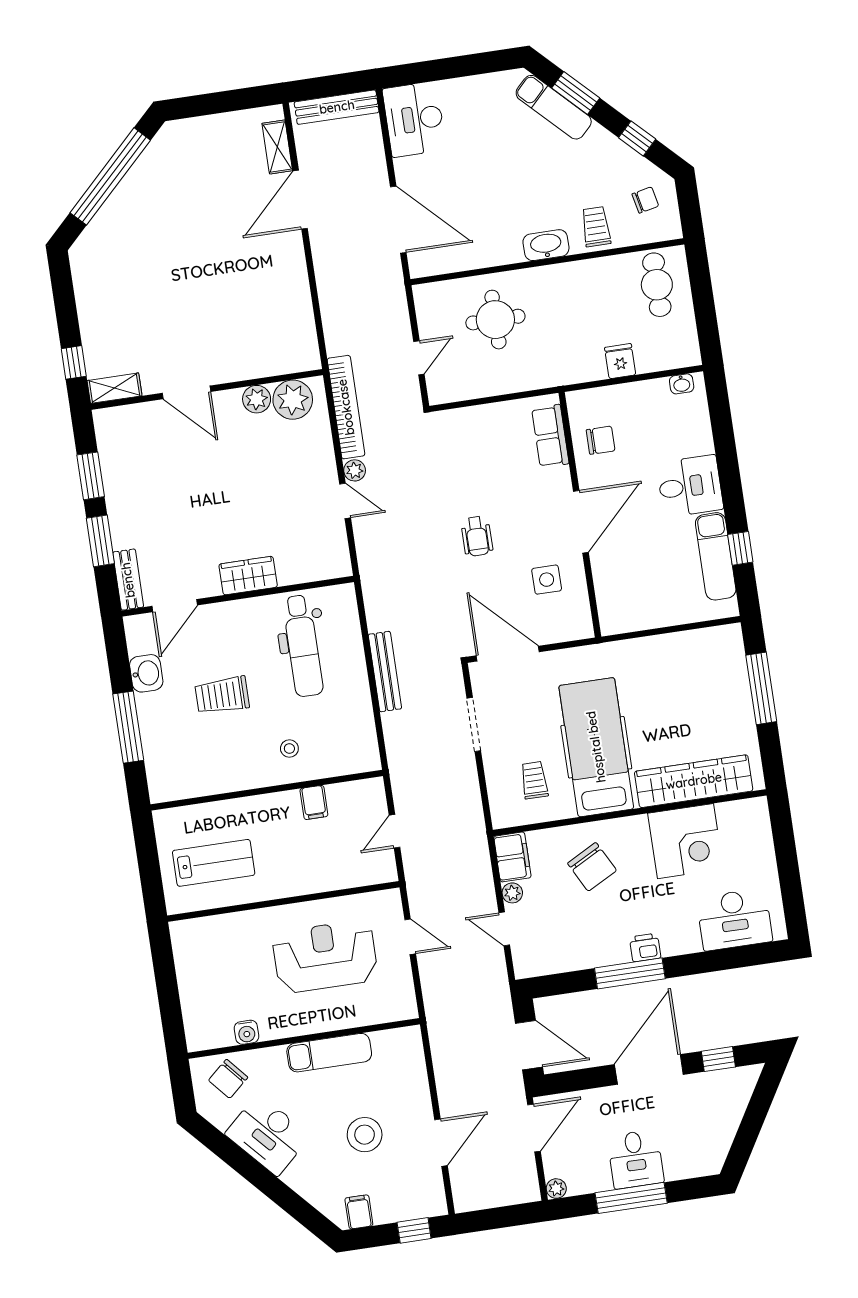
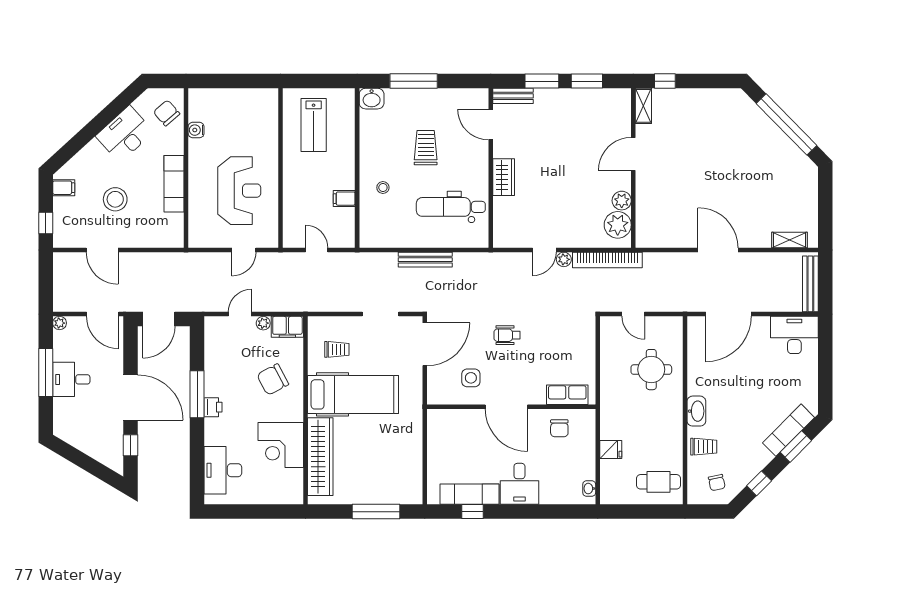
door: (300, 200) -> (718, 250), moved
washbasin: (146, 673) -> (372, 99), moved

